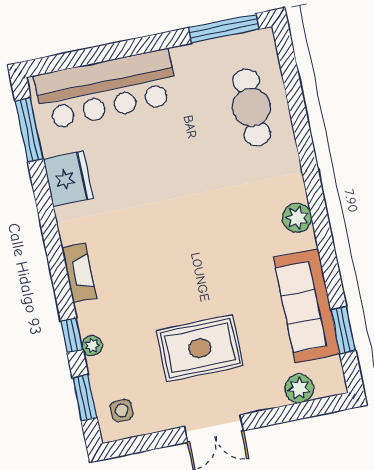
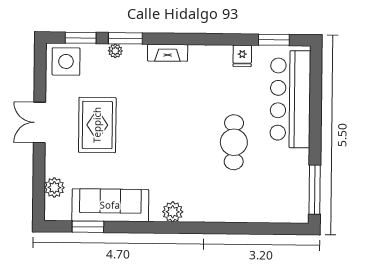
cafe table: (251, 107) -> (234, 142), moved, turned 90
window: (29, 130) -> (274, 40), width x0.69
fridge: (68, 179) -> (242, 56), width x0.53, depth x0.75
window: (72, 335) -> (125, 38), width x1.50
side table: (122, 410) -> (66, 61), width x1.87, depth x1.87

